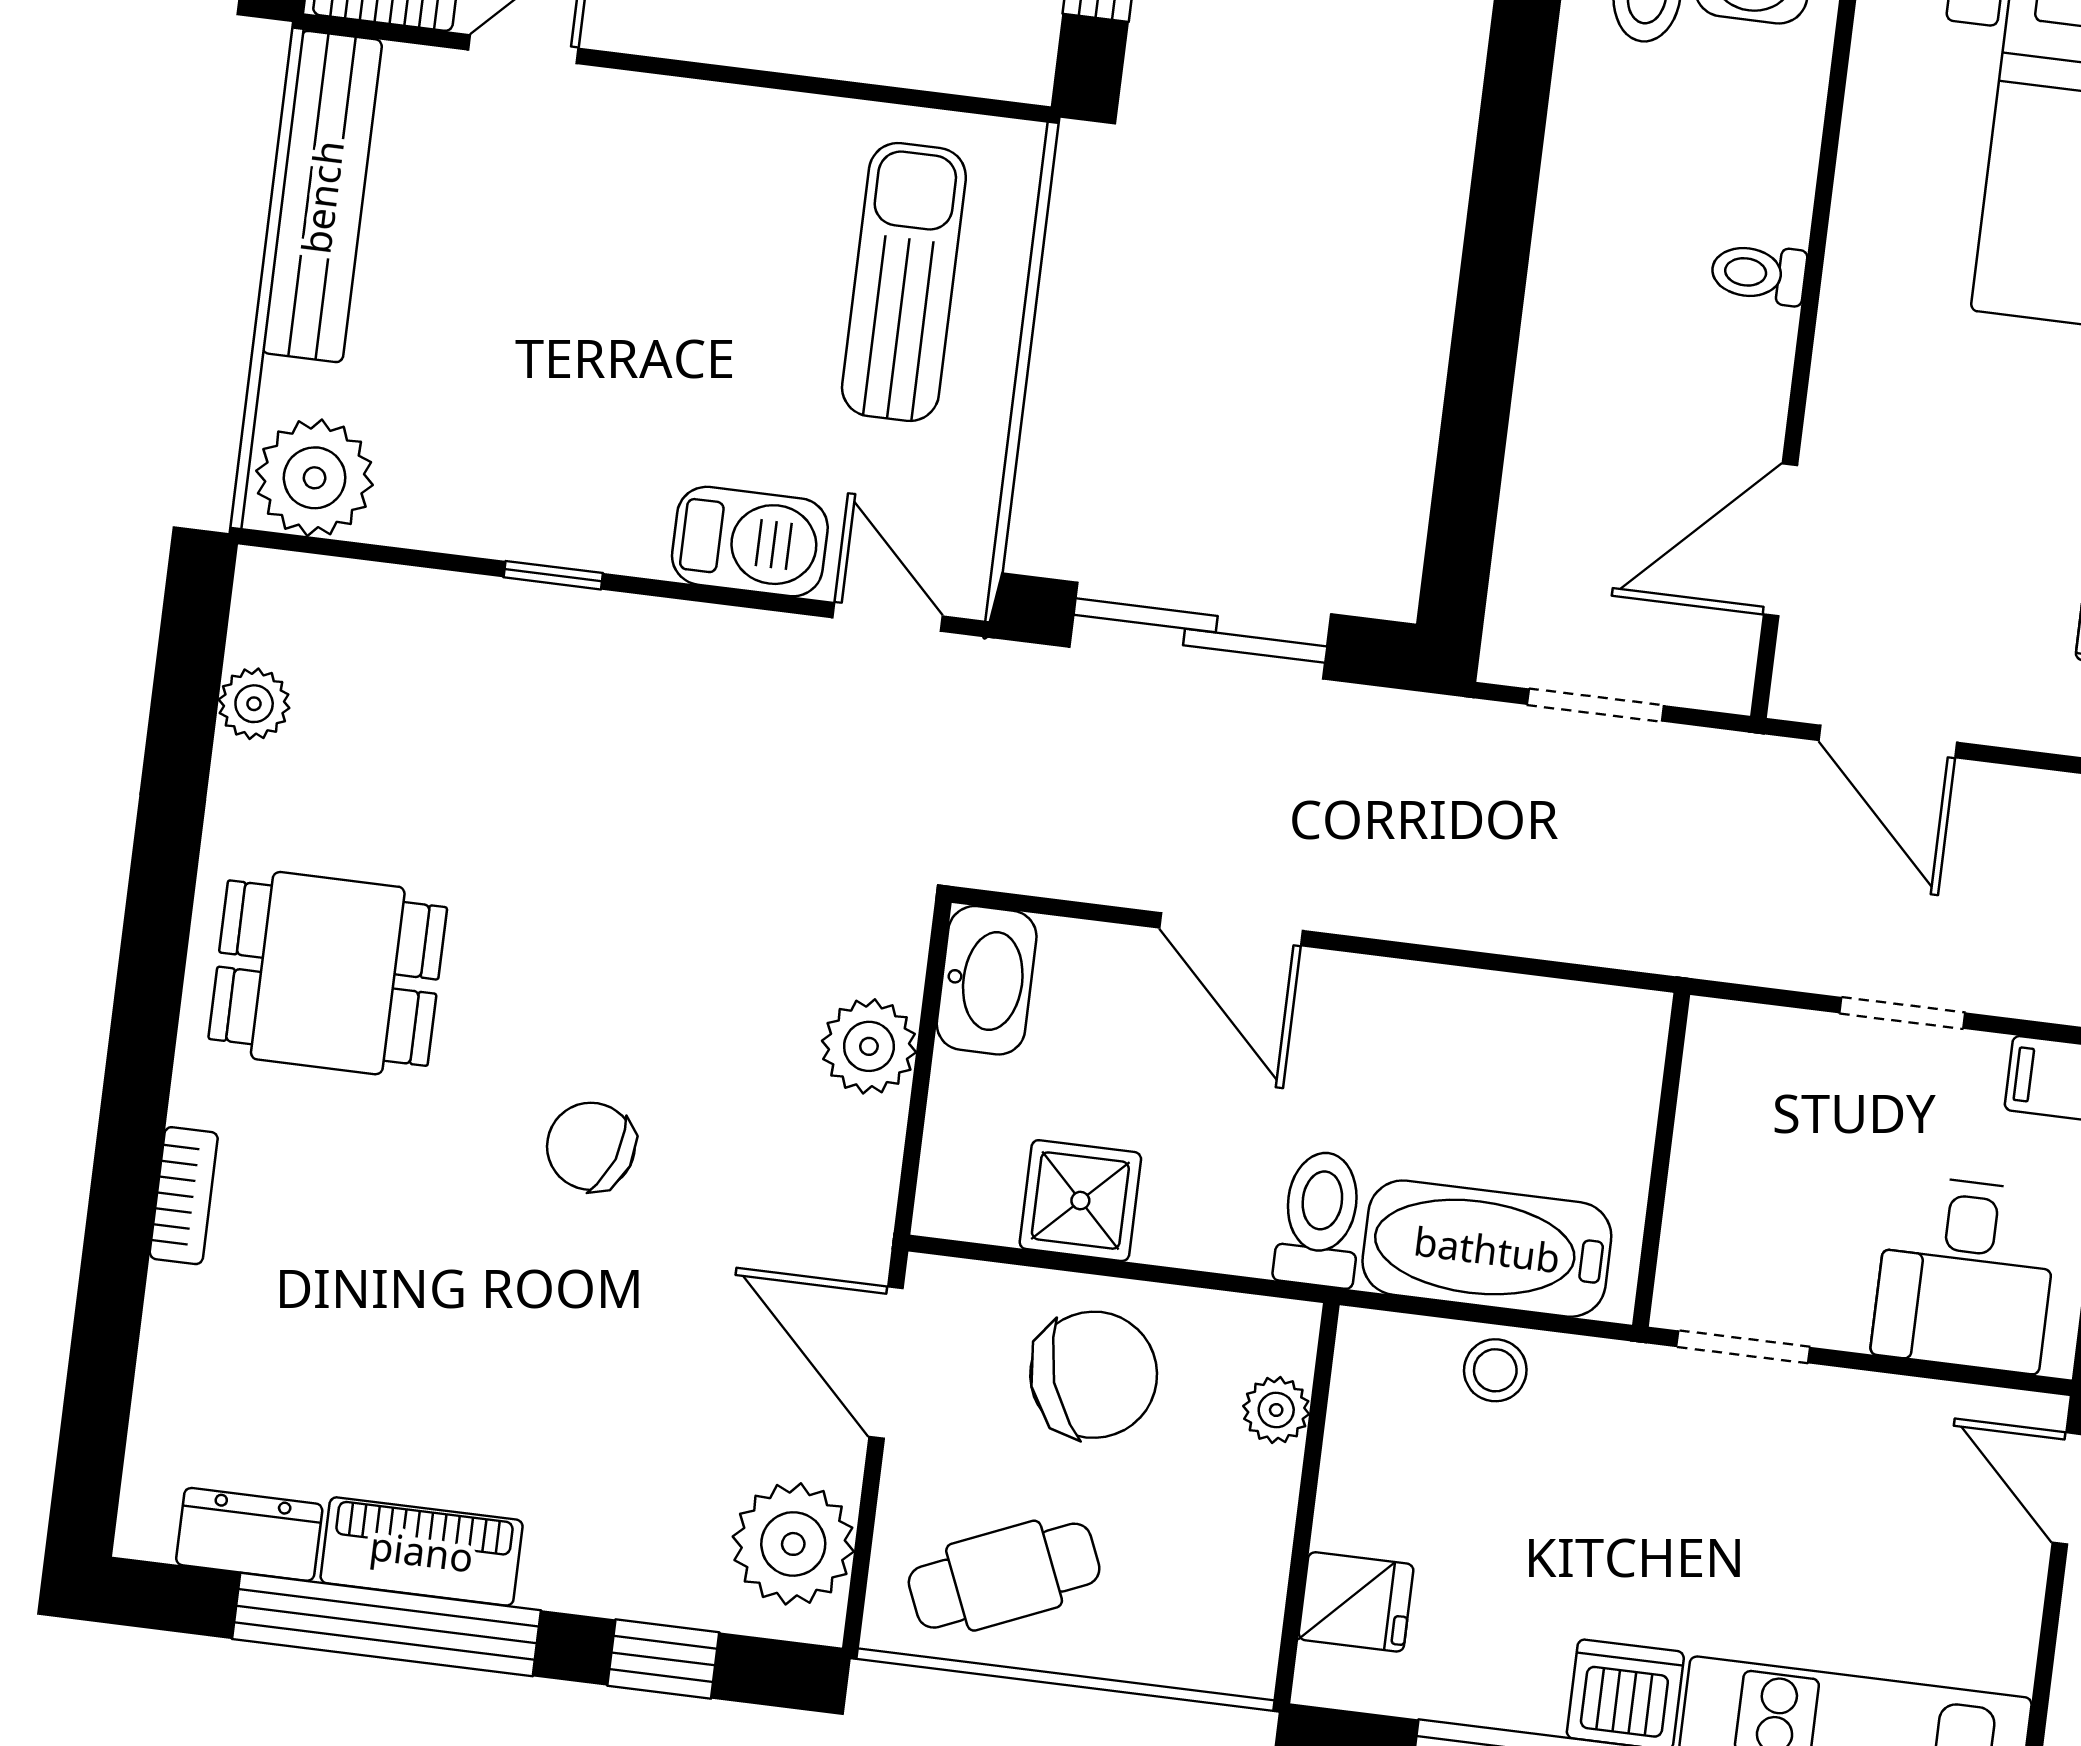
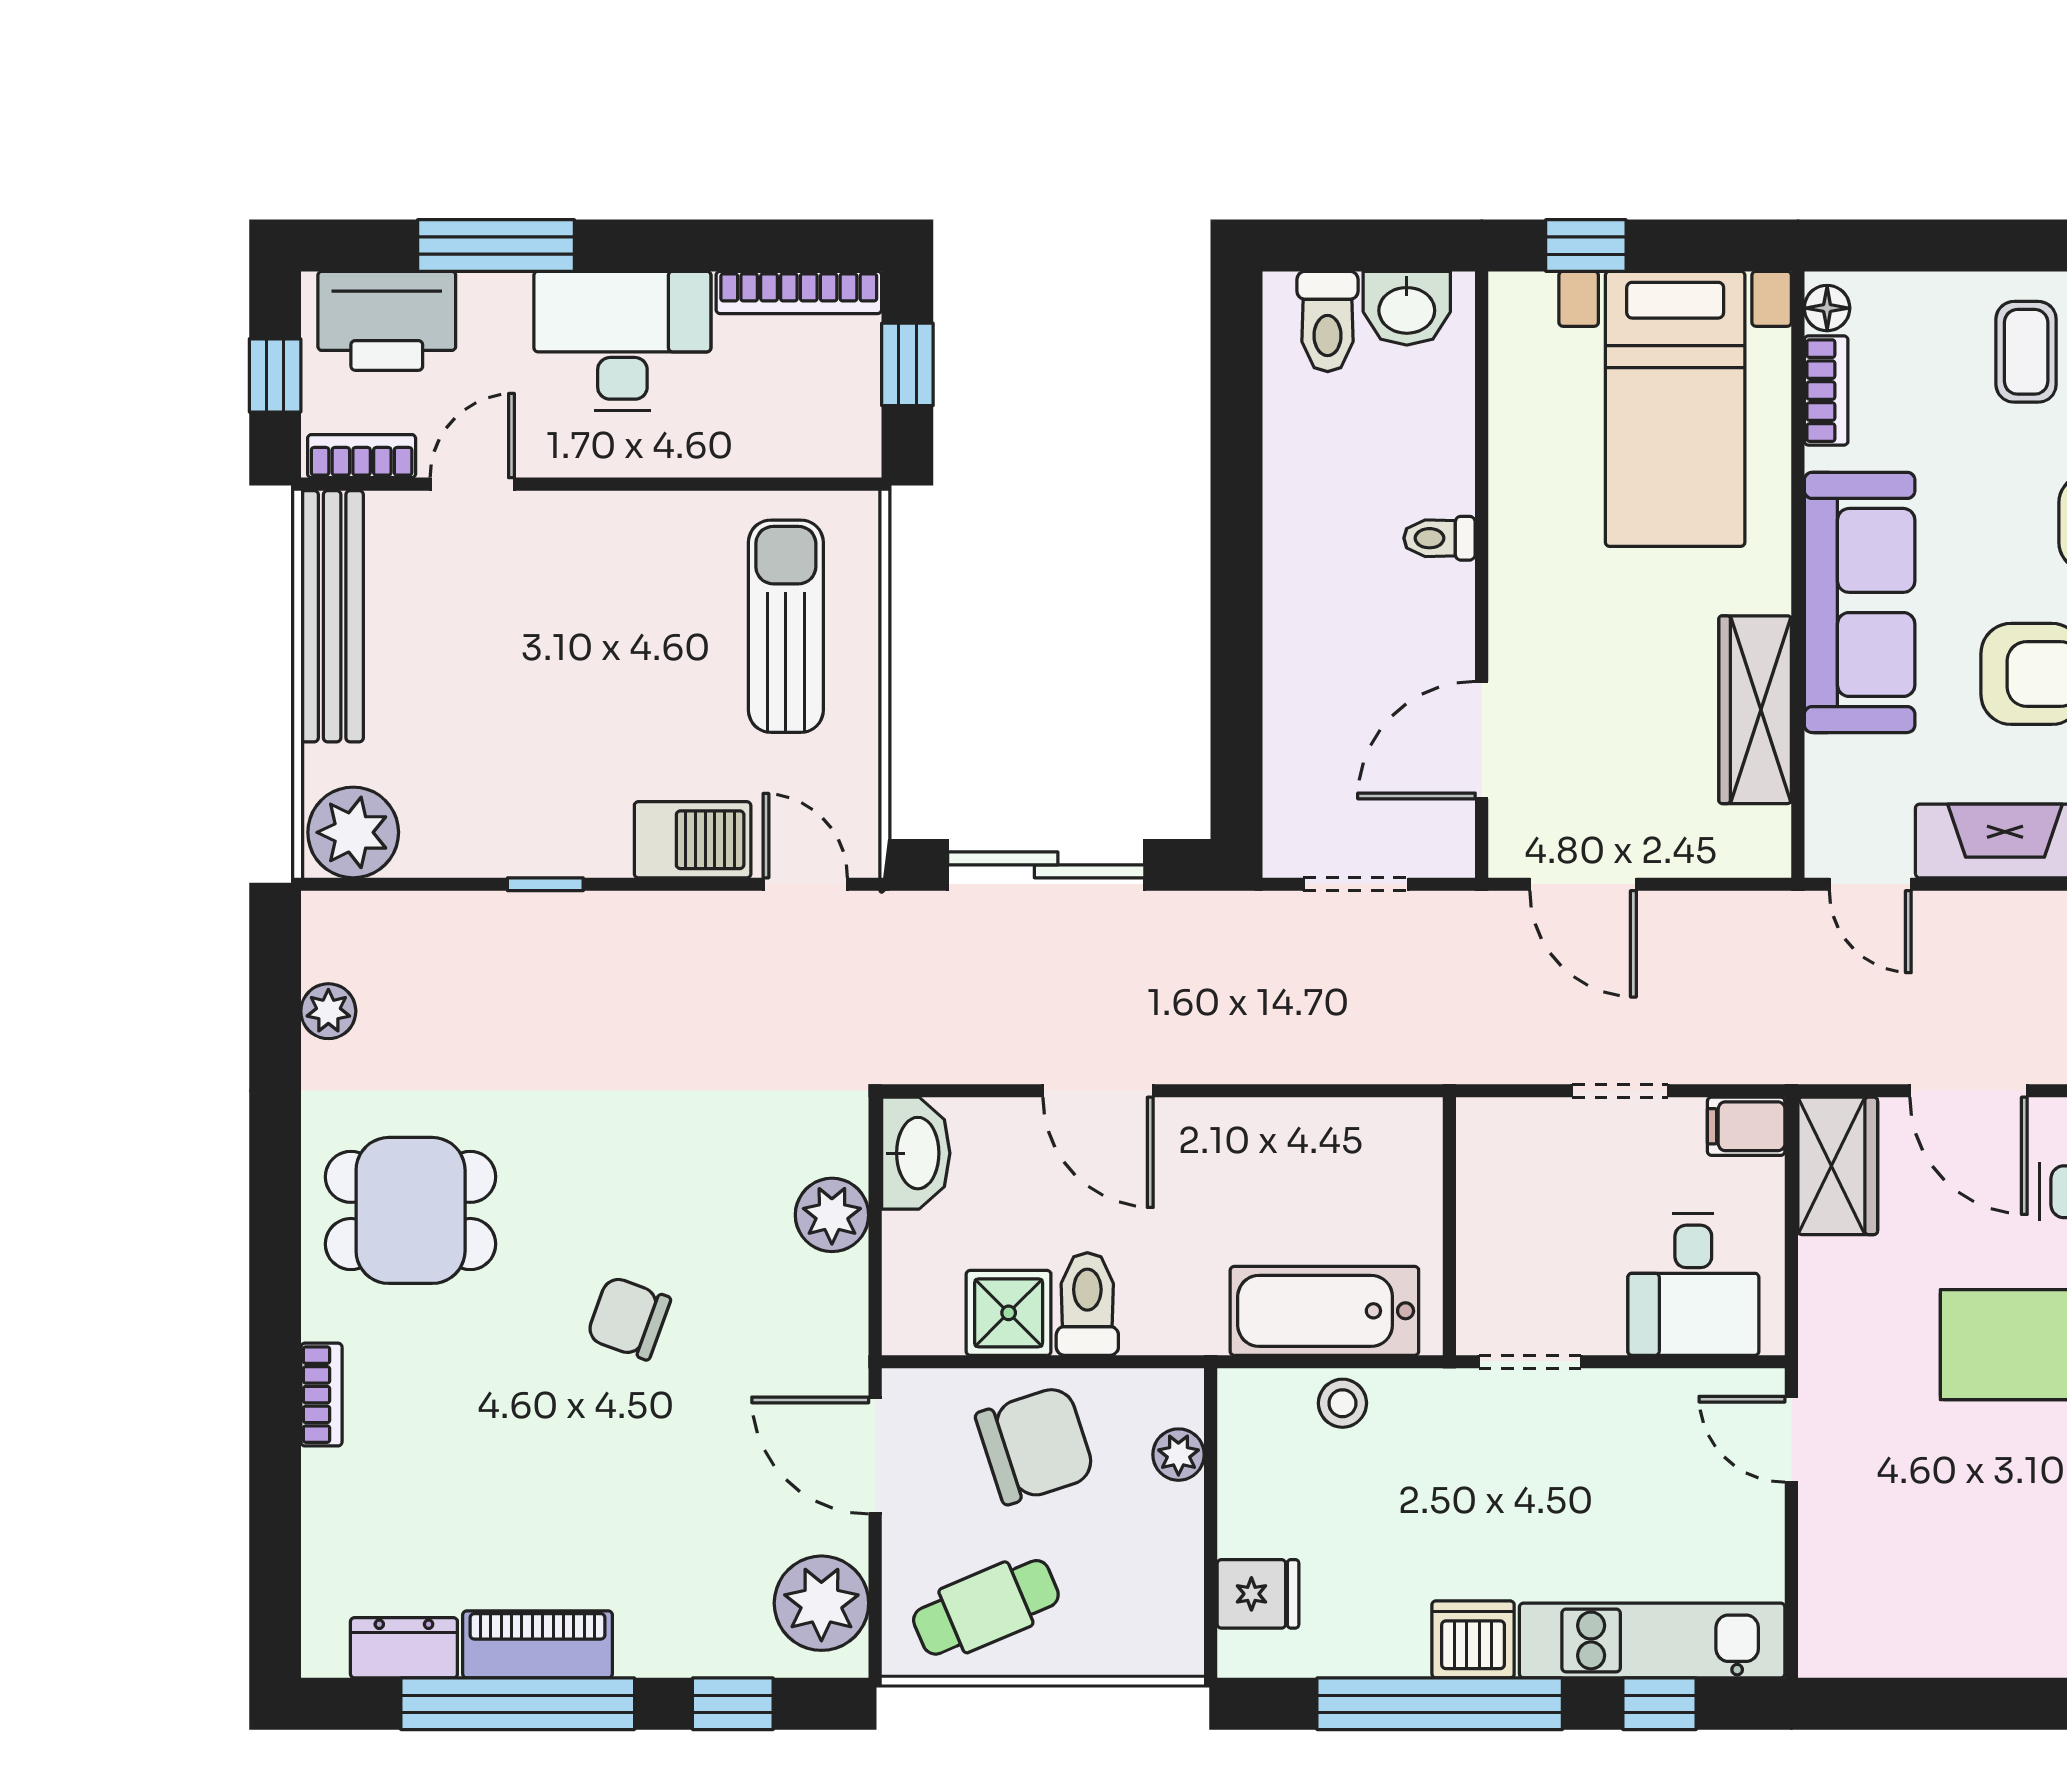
toilet: (1320, 1219) -> (1087, 1304), moved

